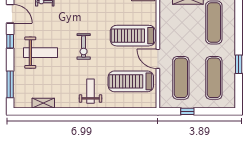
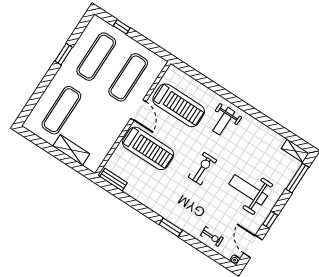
shelving: (43, 103) -> (295, 151), moved
window: (187, 111) -> (122, 27), moved

